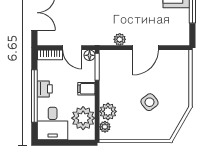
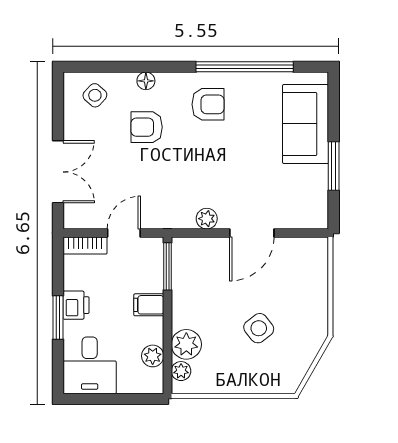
door: (72, 48) -> (124, 233), swing flipped
floor lamp: (90, 55) -> (154, 246), removed
window: (34, 96) -> (58, 318), width x0.47
plant: (83, 118) -> (153, 356), width x0.53, depth x0.53

